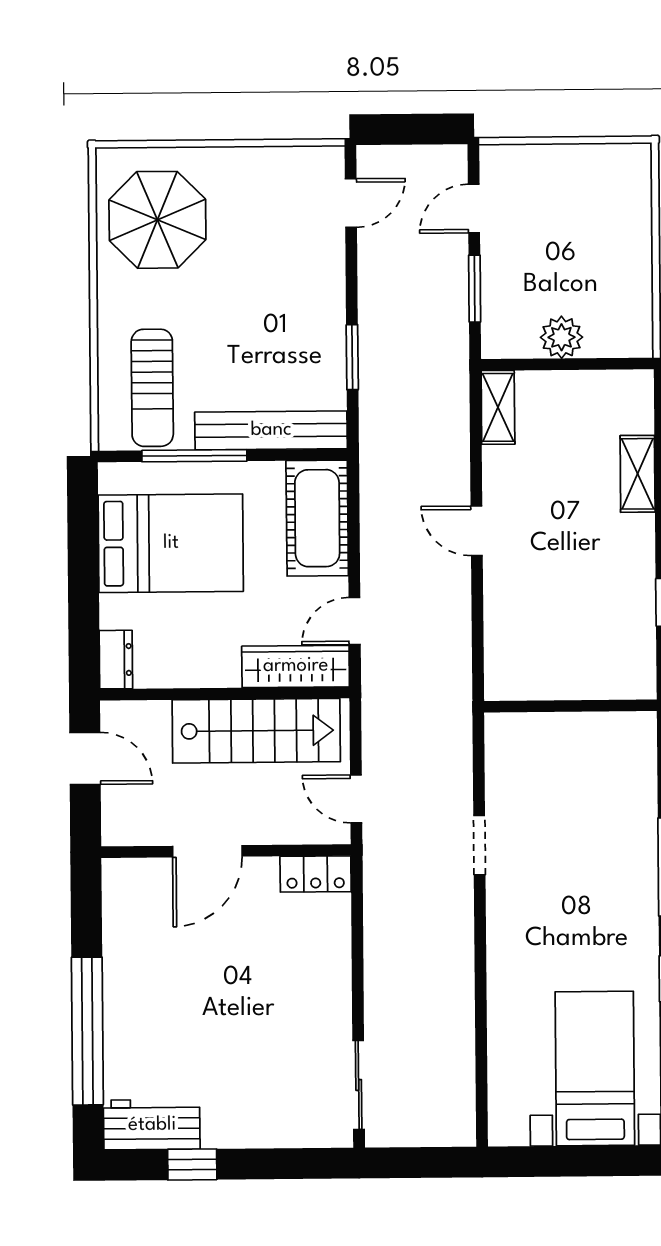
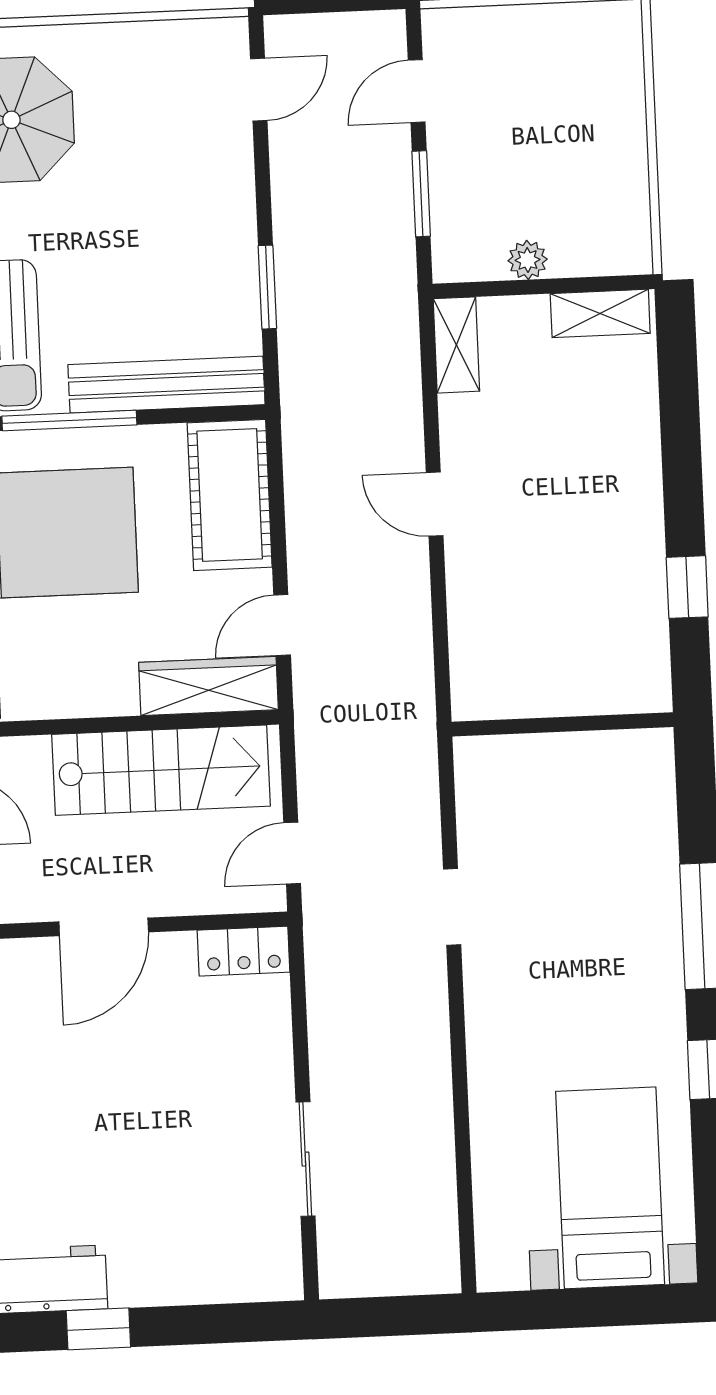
plant: (561, 337) -> (528, 260), width x0.73, depth x0.73
shelving: (638, 474) -> (600, 313), moved, turned 90
door: (356, 799) -> (292, 853), hinge flipped
sliding door: (359, 1085) -> (305, 1159), moved

